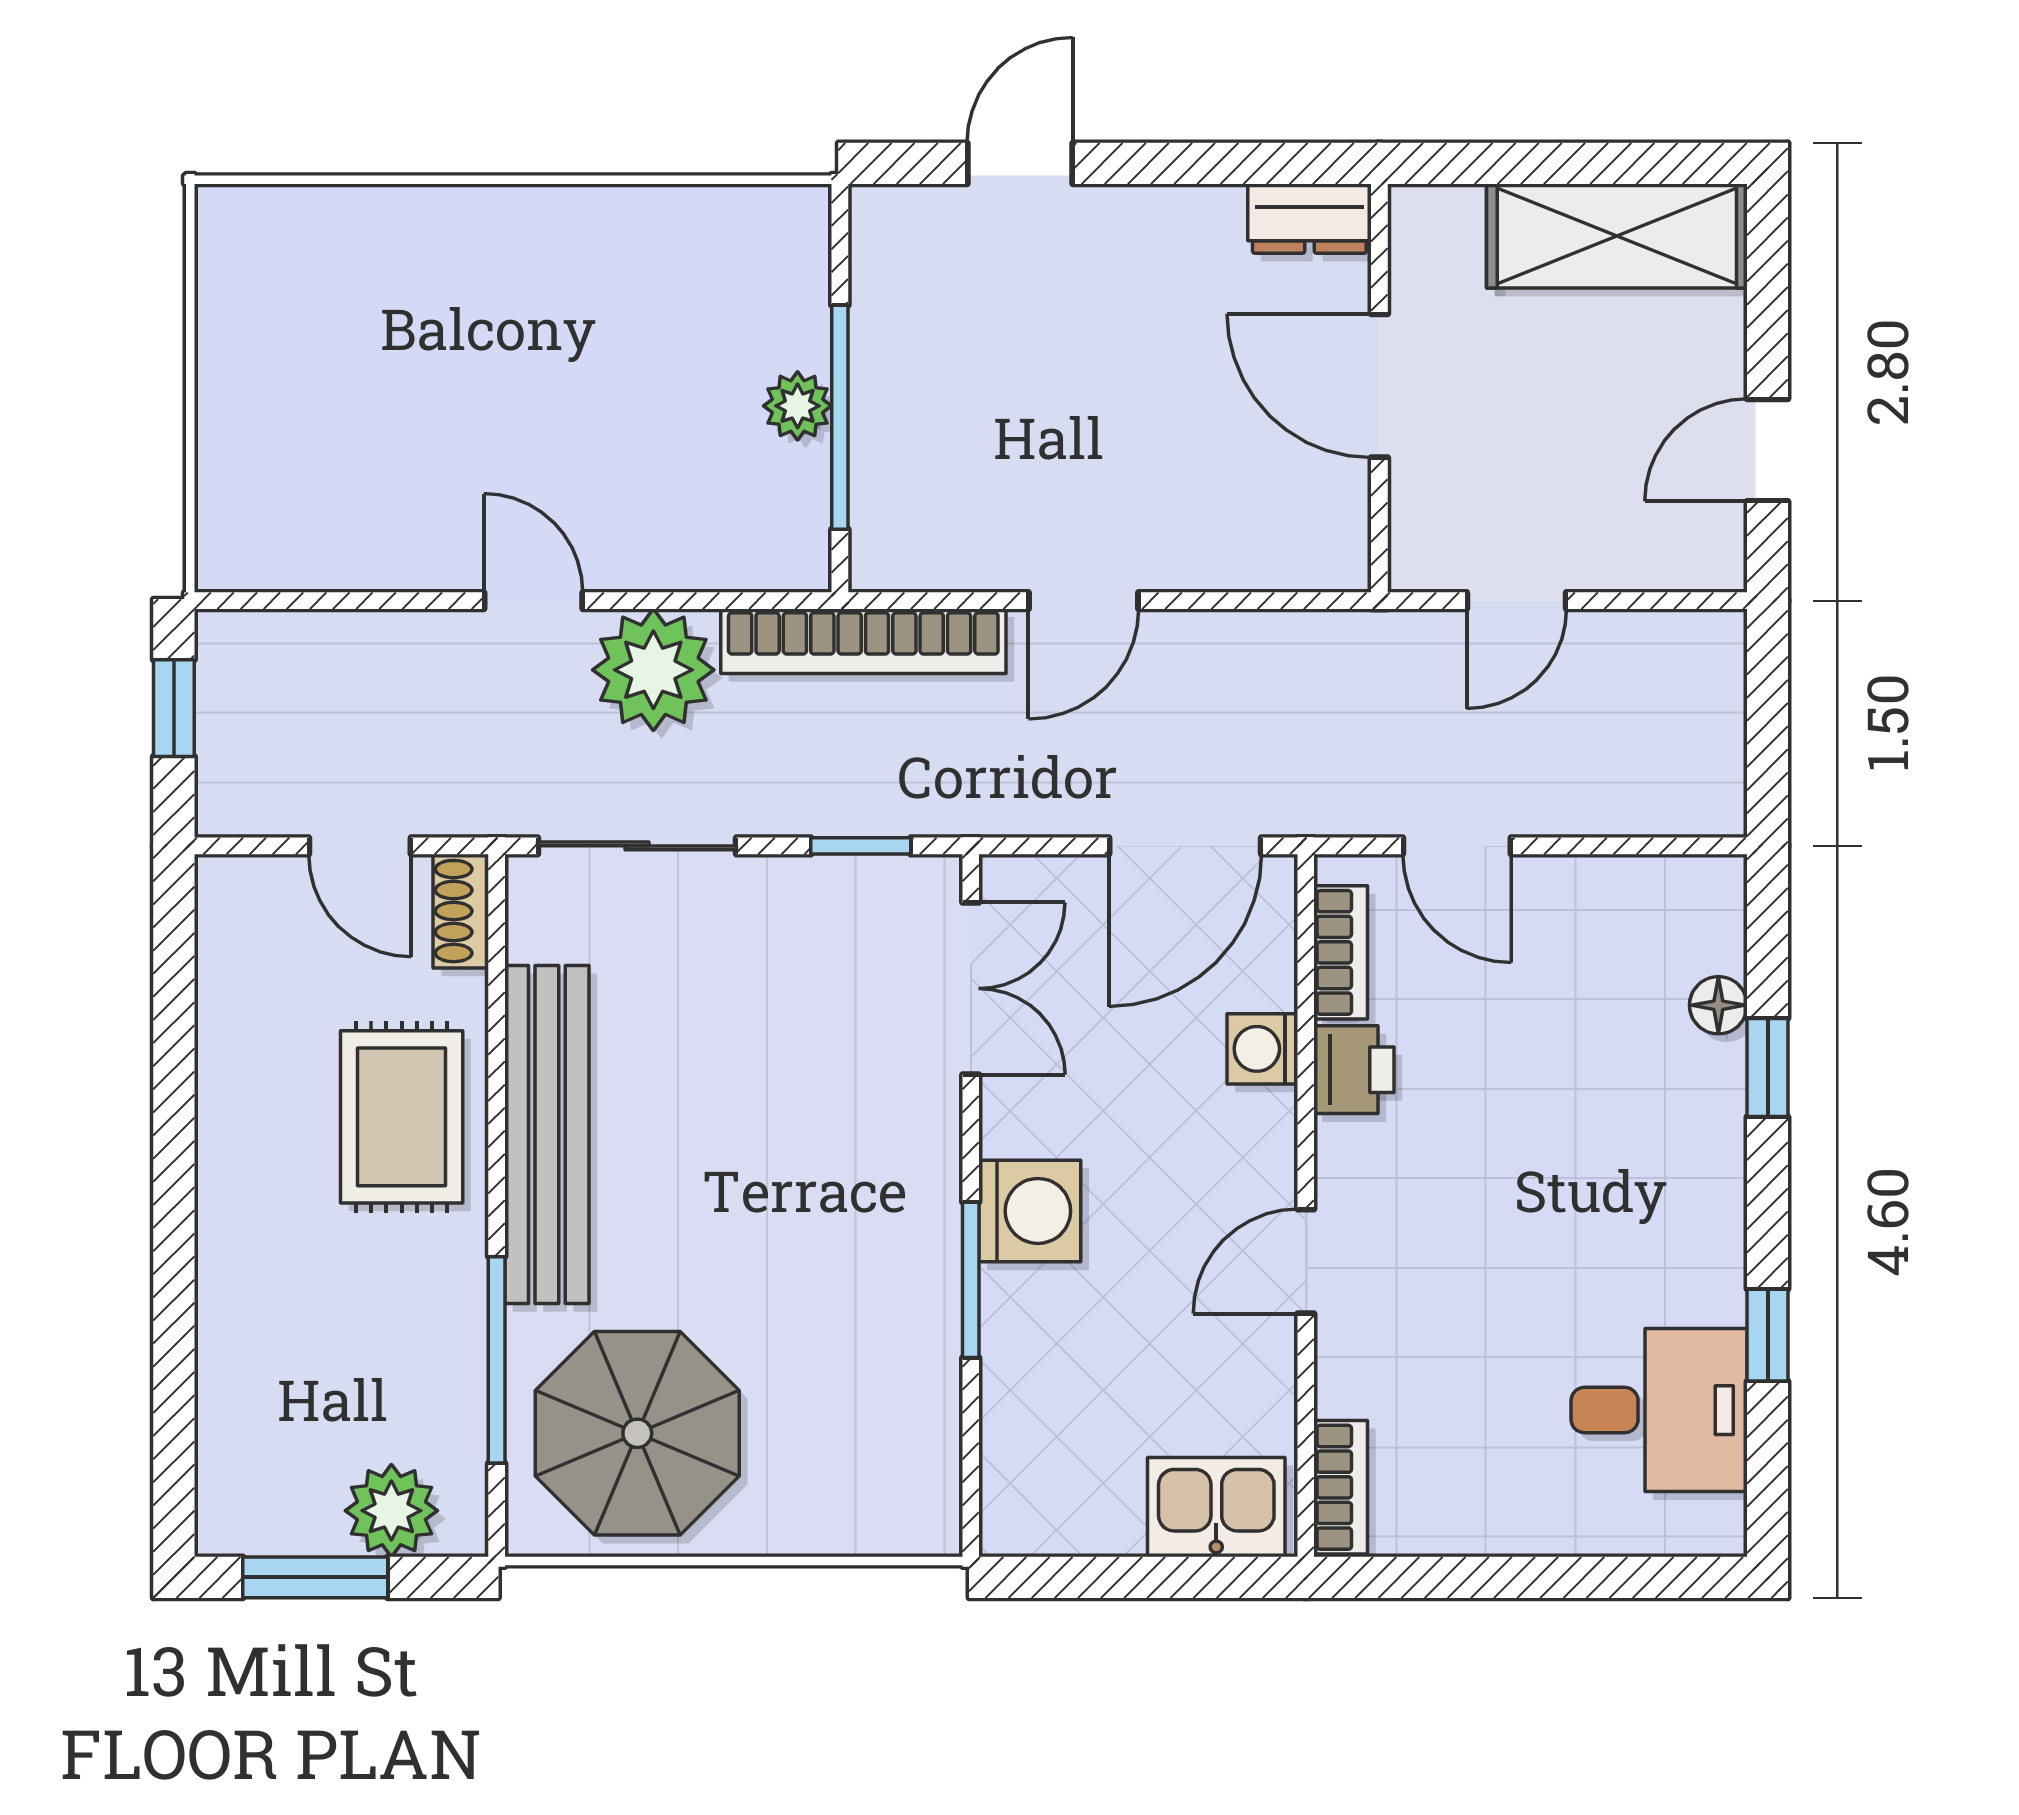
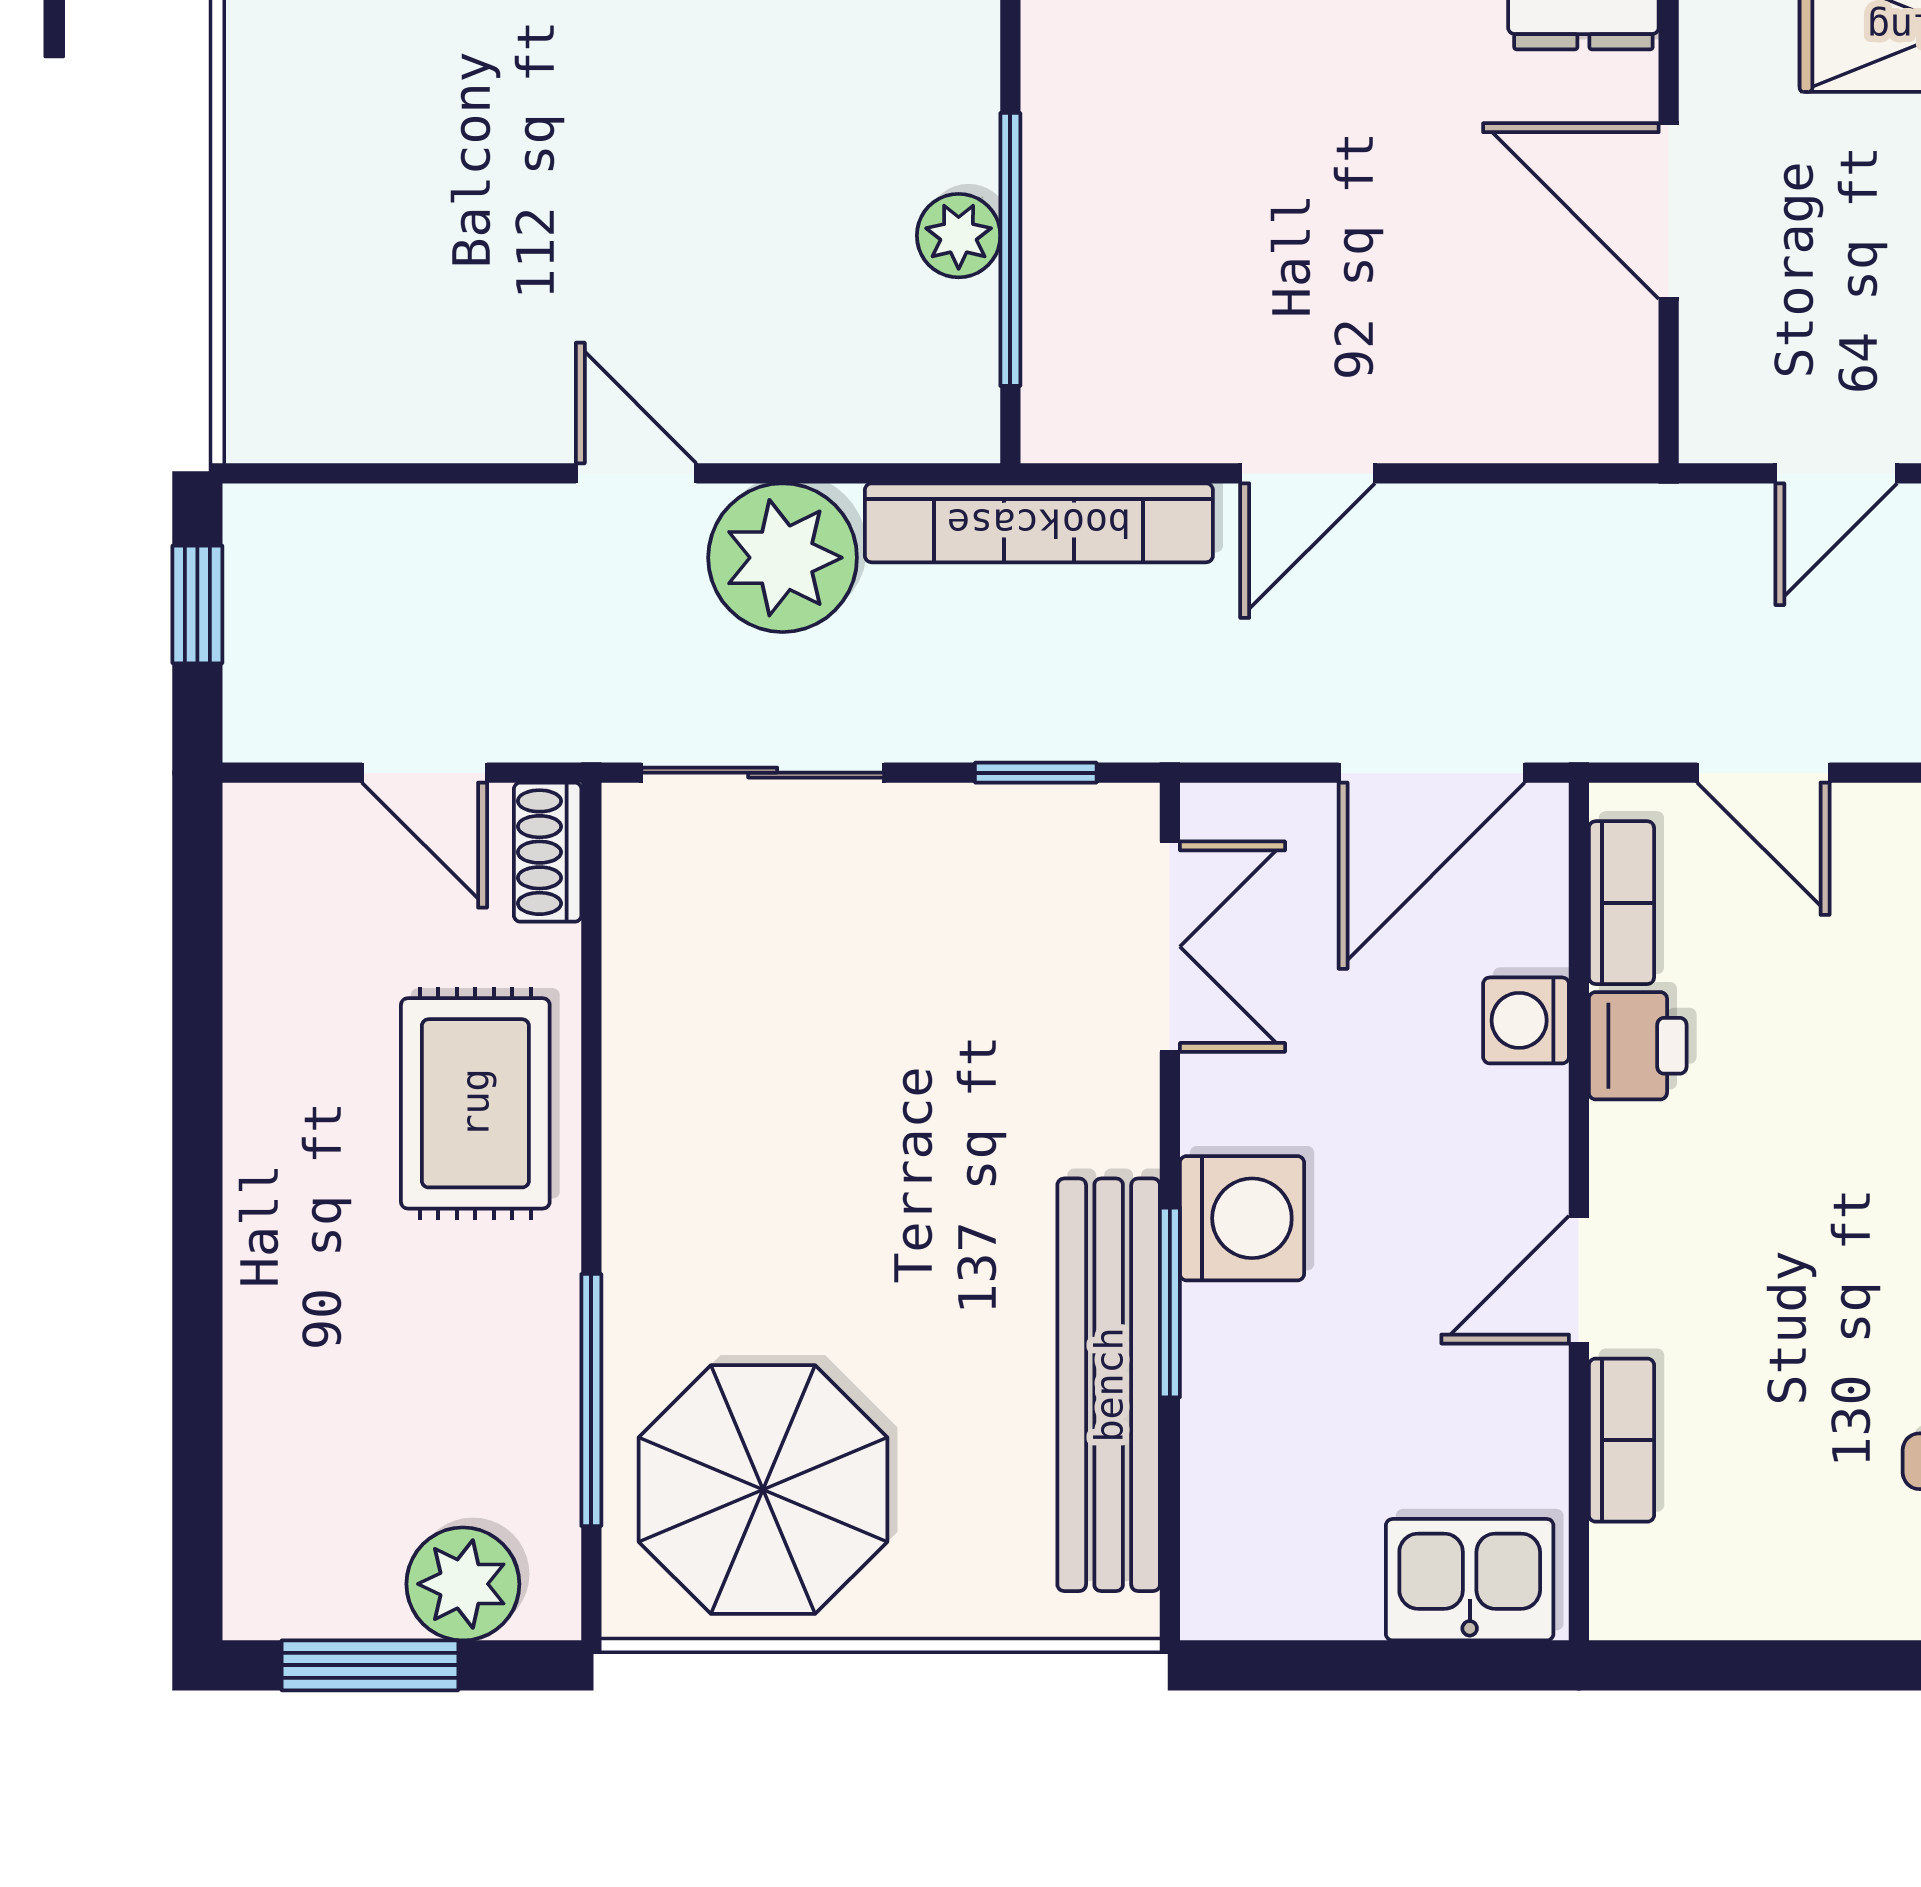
bench: (547, 1135) -> (1109, 1385), moved
bookcase: (1341, 1487) -> (1622, 1440), moved

